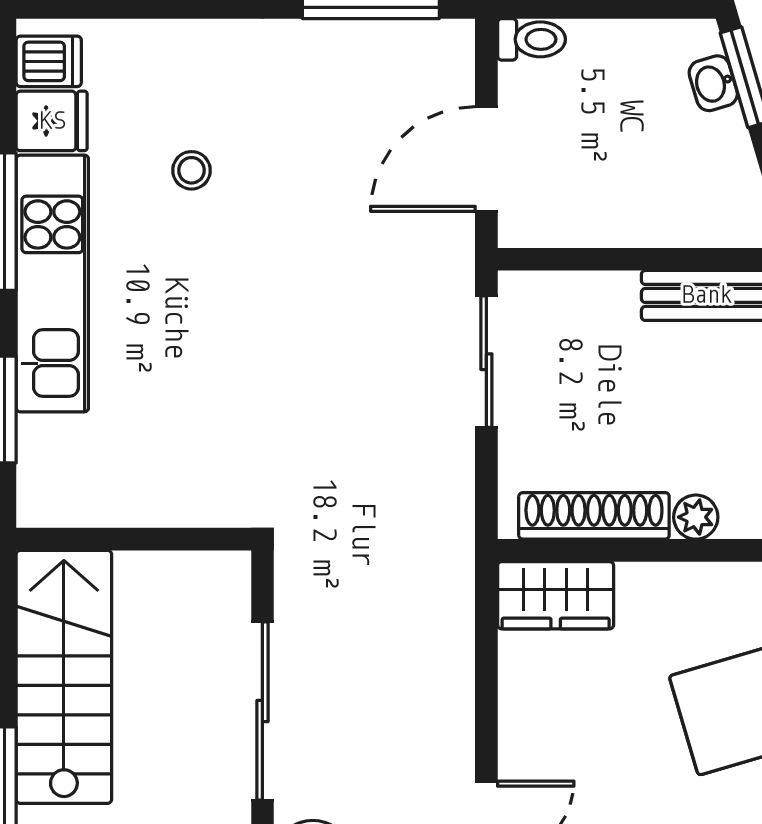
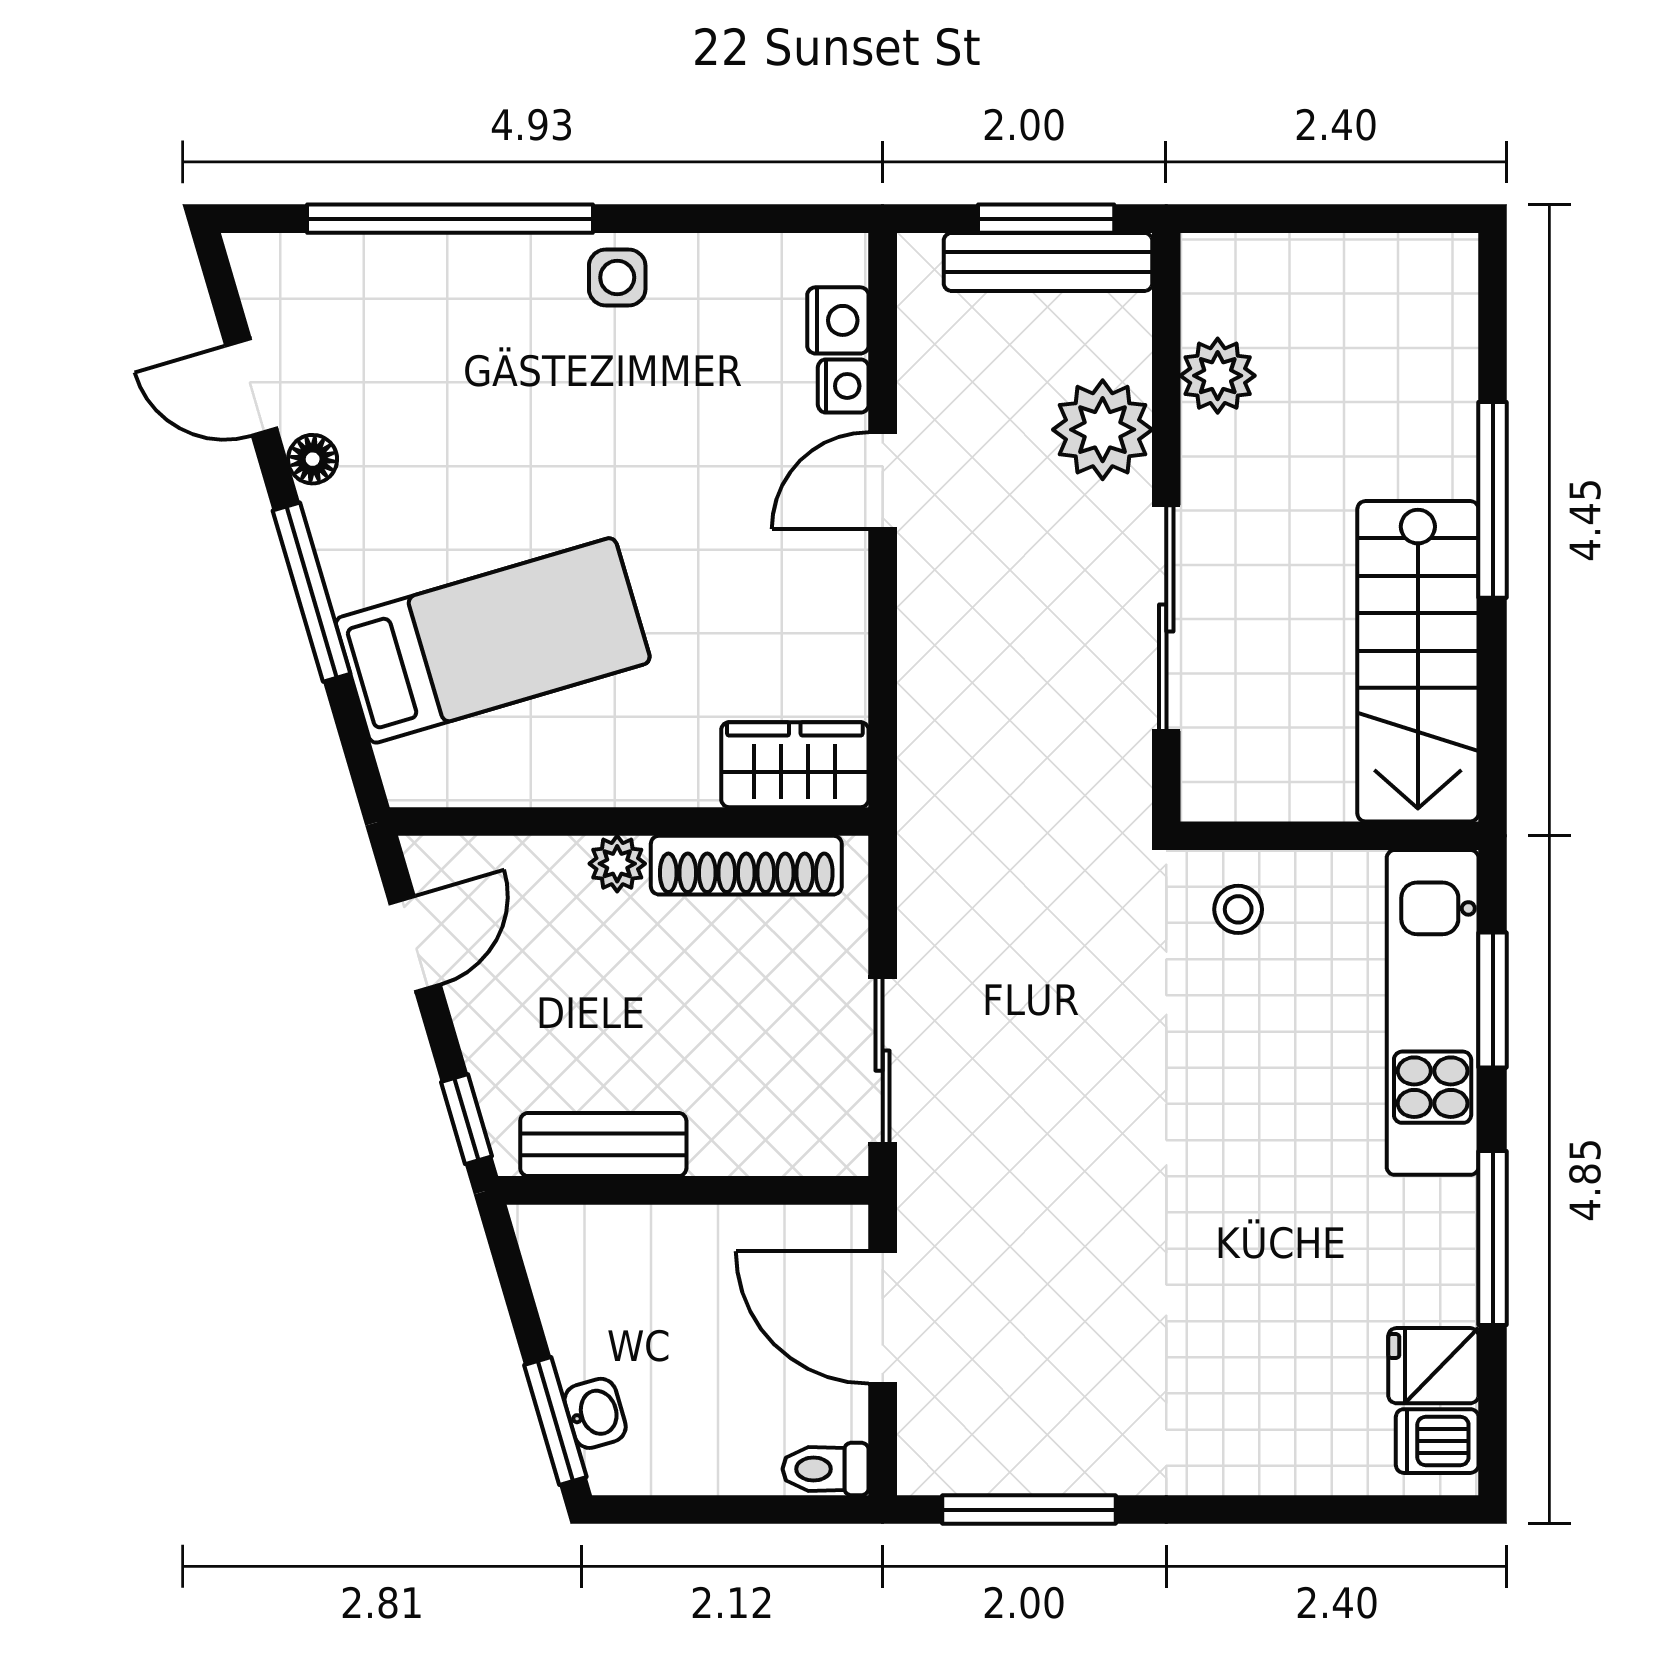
door: (486, 159) -> (883, 1317), swing flipped
stool: (191, 170) -> (1238, 909), moved
kitchen unit: (52, 283) -> (1433, 1012), moved

